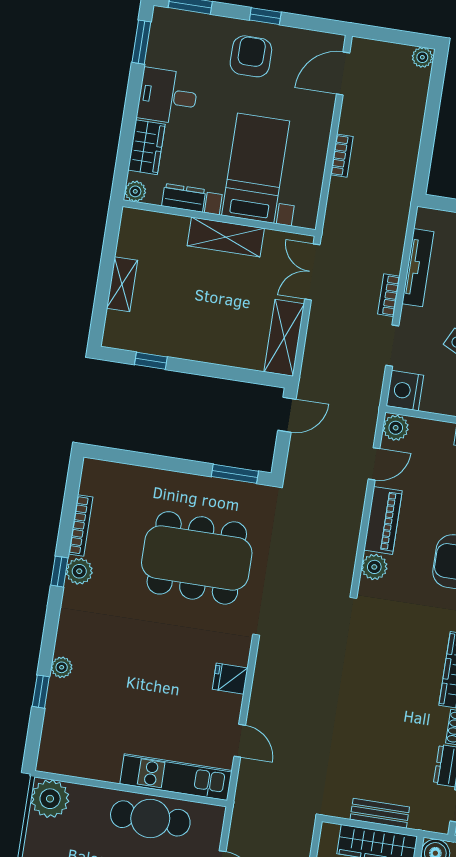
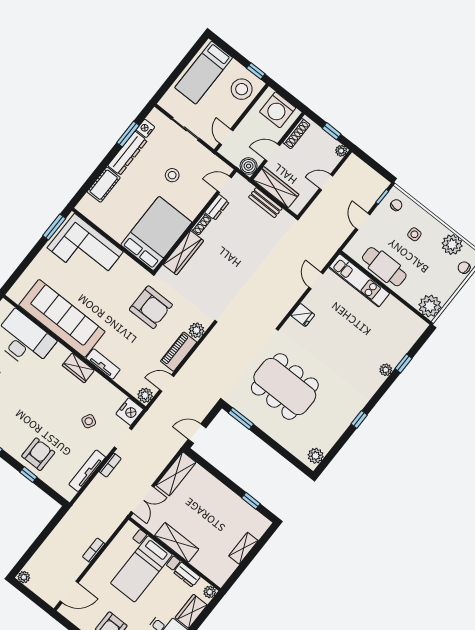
bookcase: (81, 525) -> (335, 437), removed
plant: (79, 571) -> (316, 456), moved

